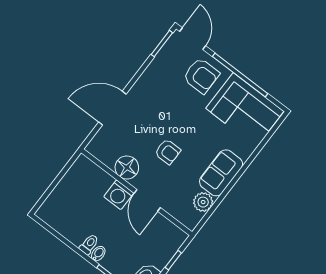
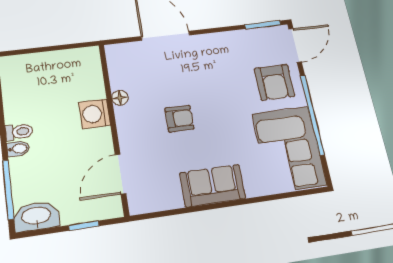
armchair: (168, 152) -> (179, 119), turned -90
floor lamp: (127, 167) -> (120, 98), width x0.53, depth x0.53
door: (147, 200) -> (121, 174), moved
plant: (203, 202) -> (169, 197), removed

